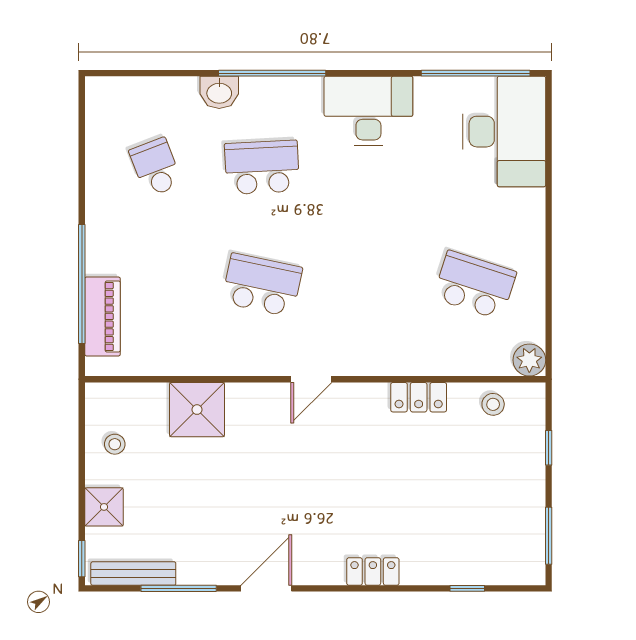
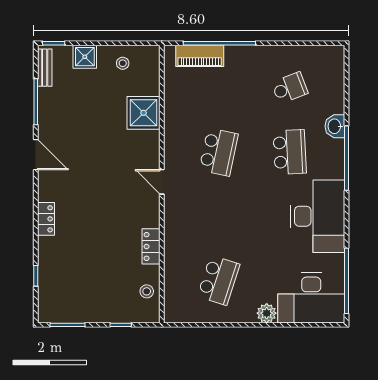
desk: (368, 111) -> (317, 216), width x1.36, depth x1.30
plant: (529, 360) -> (267, 313), moved
bench: (133, 574) -> (45, 68), width x0.73

